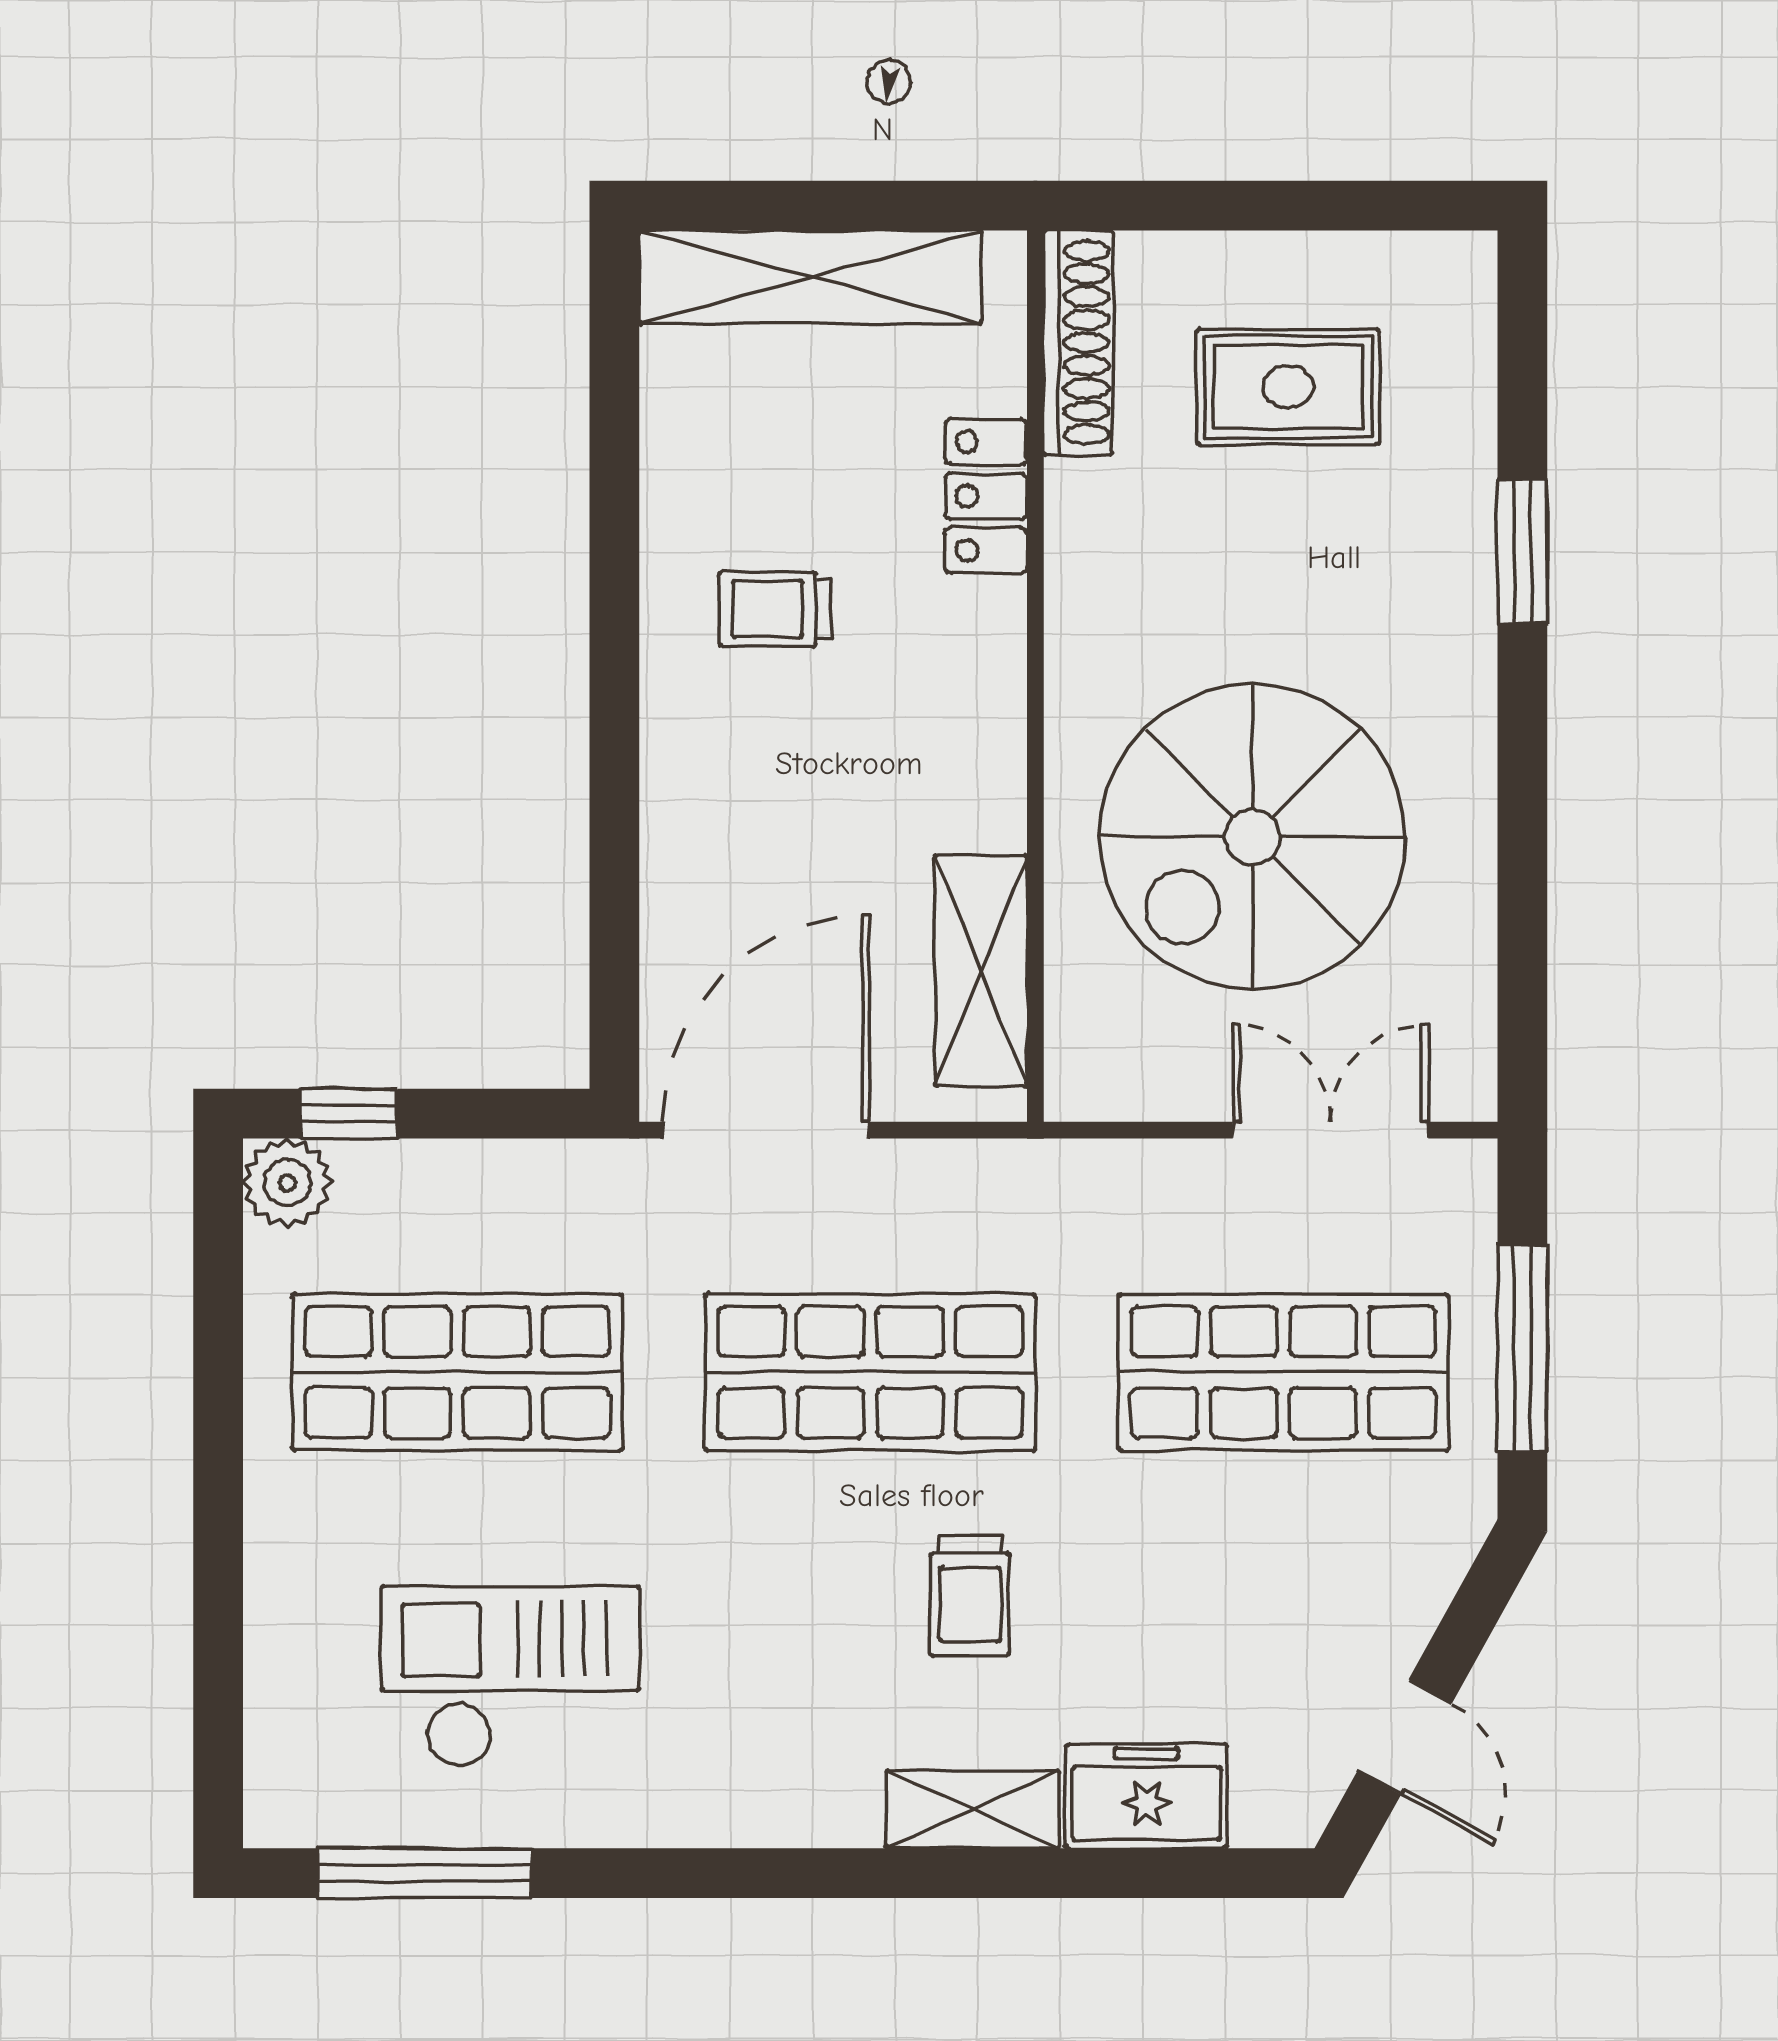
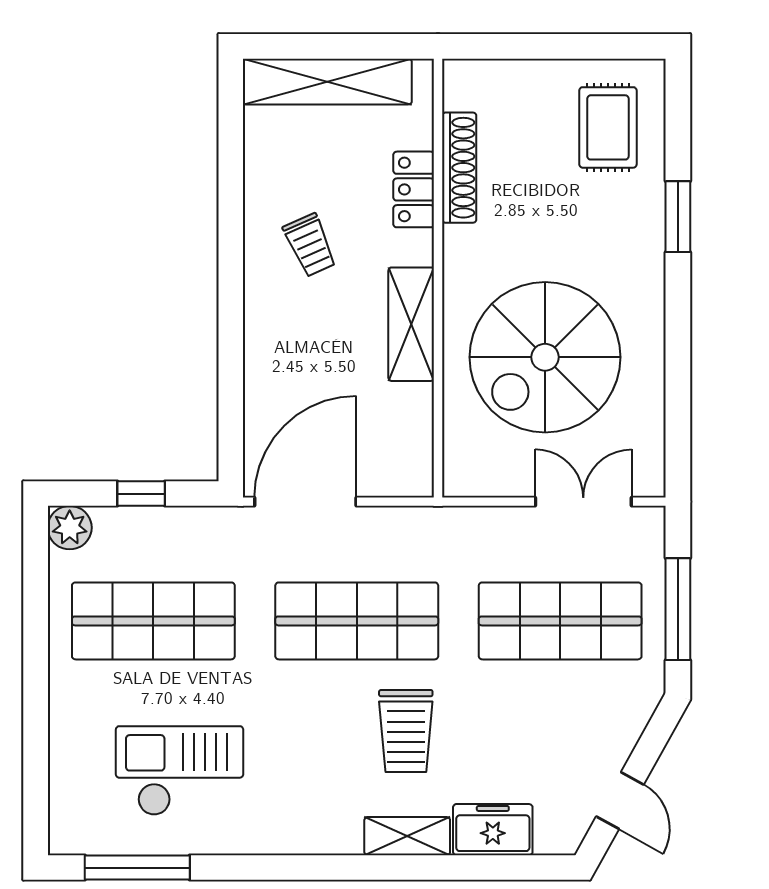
shoe rack: (1078, 343) -> (459, 168), moved
rug: (1288, 387) -> (608, 127), moved, turned 90
trolley: (775, 609) -> (310, 245), turned -114
shelving: (981, 971) -> (411, 324), moved
window: (349, 1114) -> (141, 494), moved
trolley: (970, 1596) -> (406, 731), width x1.36, depth x1.39

